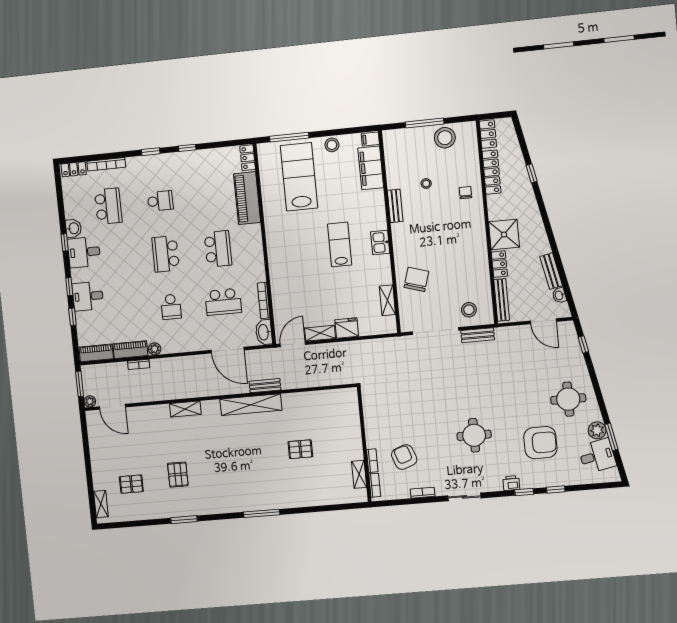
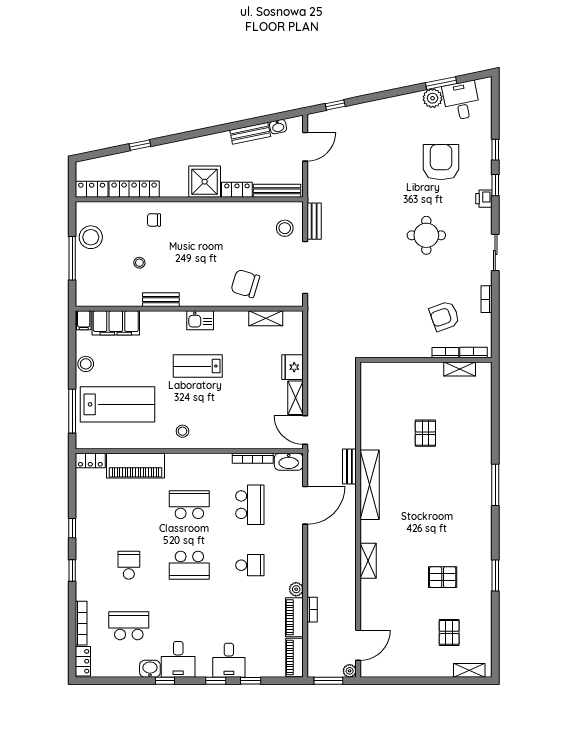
lab bench: (299, 177) -> (117, 404), turned 180
stool: (281, 237) -> (182, 431), added
round table: (568, 399) -> (395, 127), removed

